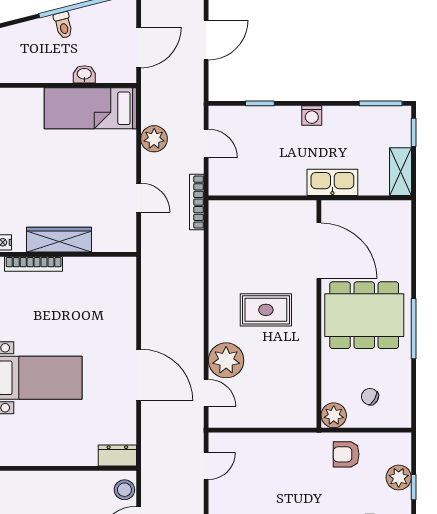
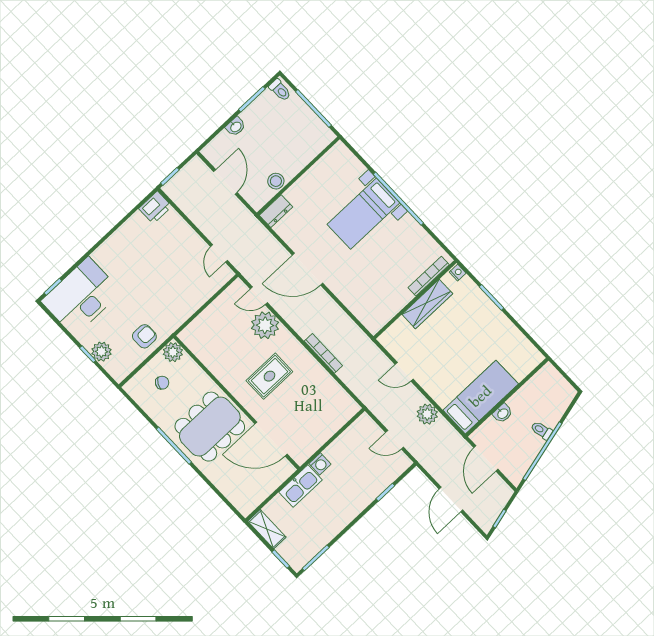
washing machine: (312, 115) -> (320, 464), moved, turned 180
bookcase: (197, 202) -> (323, 353), moved
stool: (124, 490) -> (276, 181), moved

